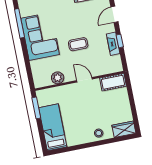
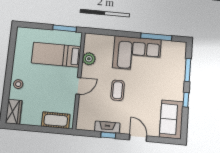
cot: (113, 82) -> (56, 120), moved, turned 90
bed: (53, 127) -> (56, 55), moved, turned 180

